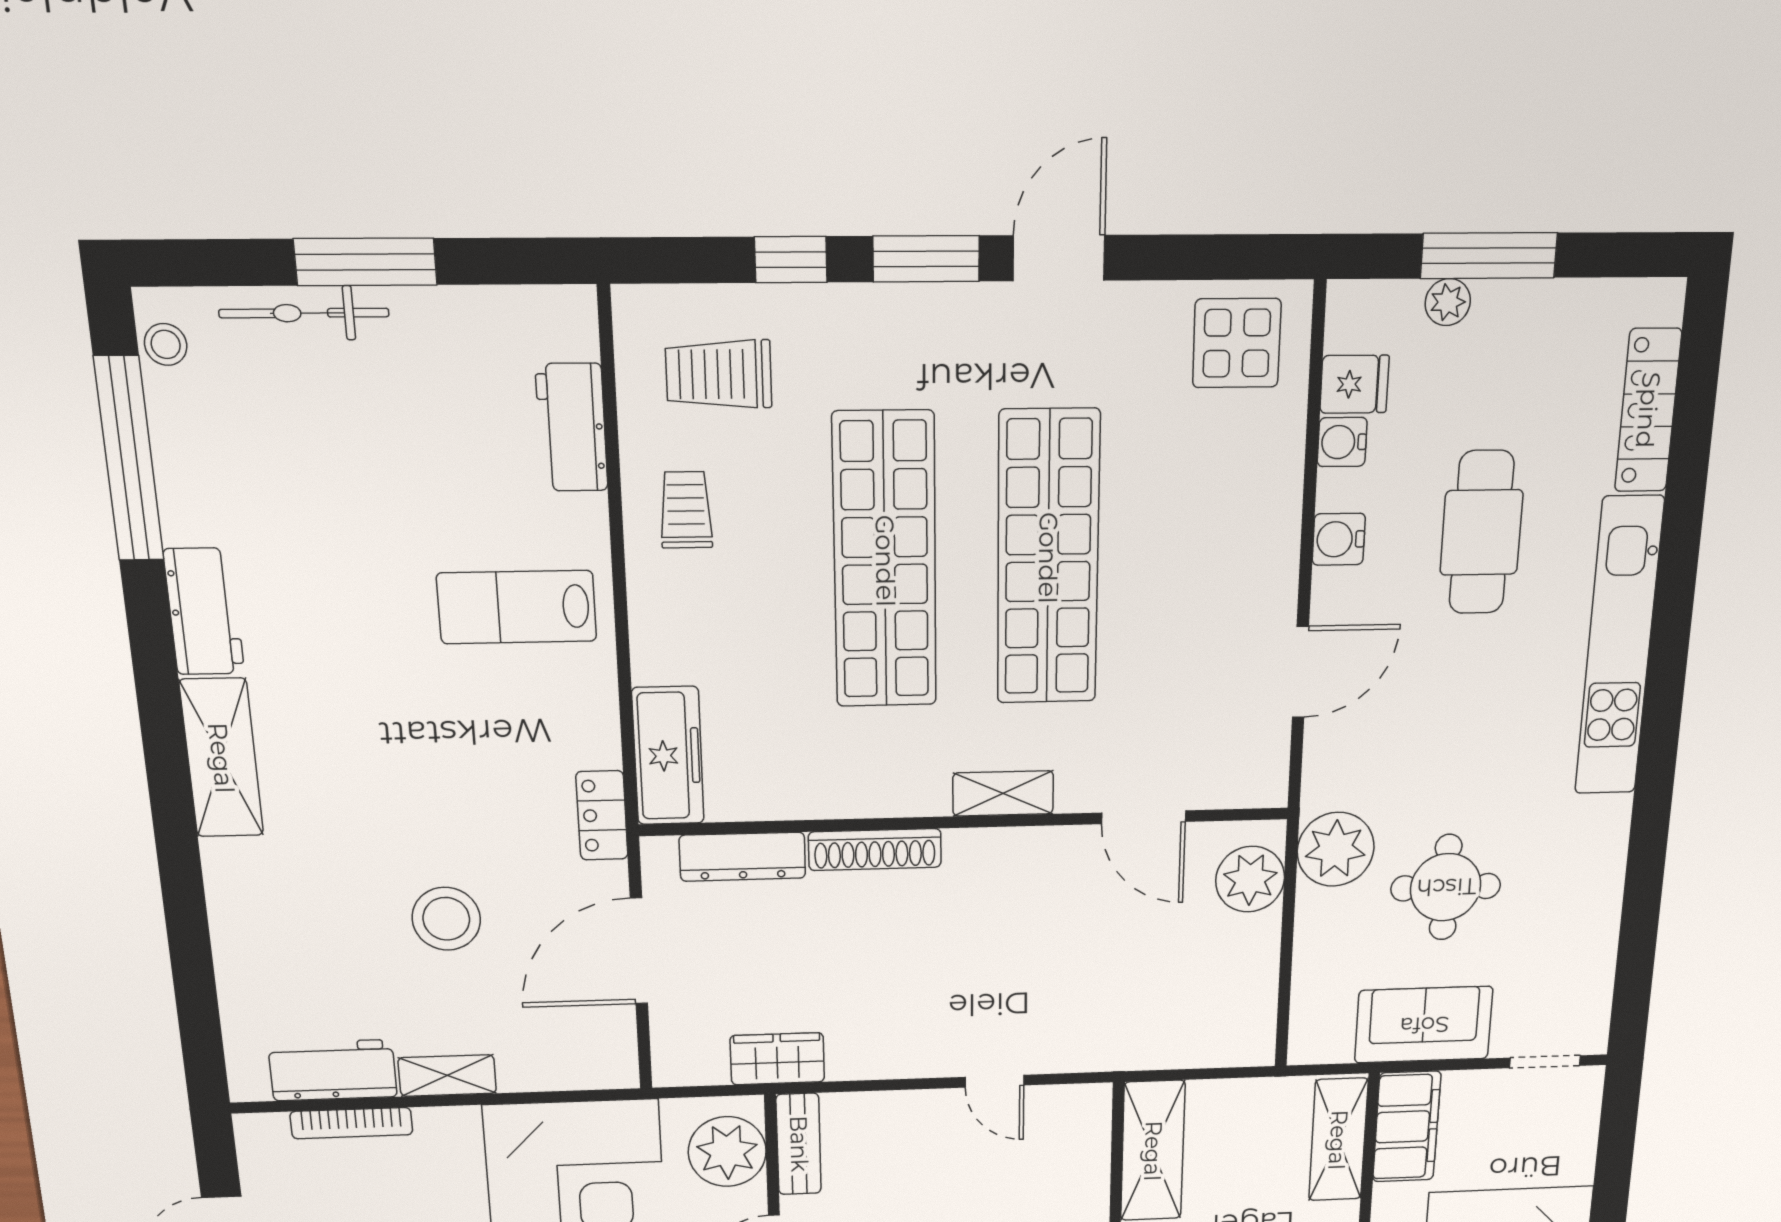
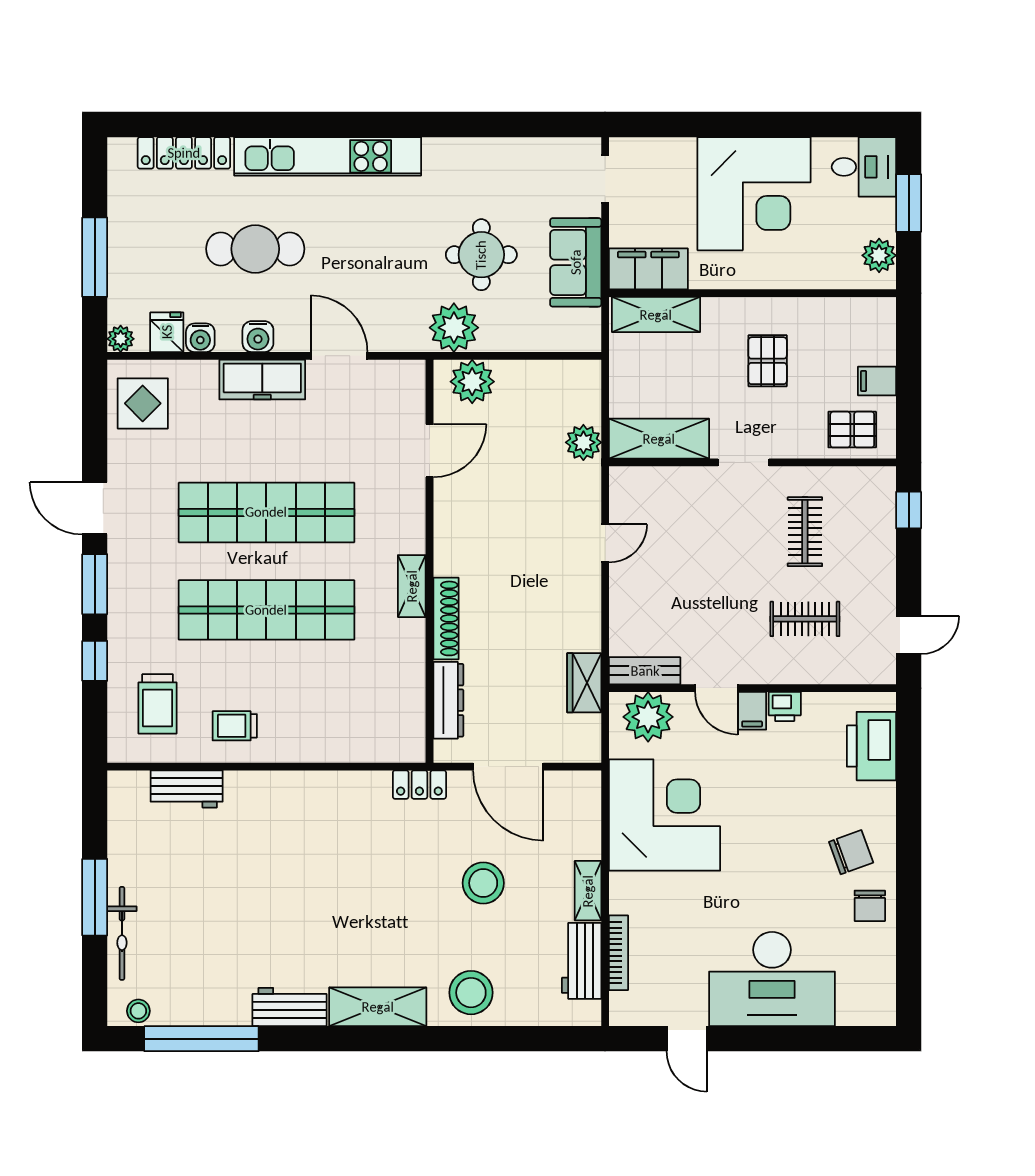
plant: (1448, 302) -> (121, 339), moved
lab bench: (517, 607) -> (290, 827), removed
freezer: (668, 756) -> (262, 380), moved, turned 180
shelving: (1003, 793) -> (412, 586), moved
stool: (262, 905) -> (471, 993), added
plant: (1150, 1045) -> (583, 442), added

